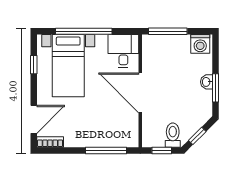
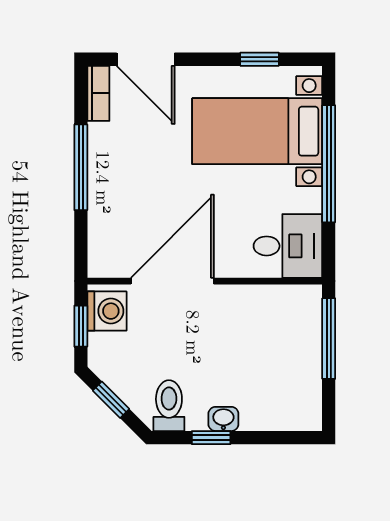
washing machine: (200, 44) -> (107, 311), moved, turned 180
window: (215, 88) -> (211, 438), width x0.67
door: (140, 93) -> (172, 281), moved
toilet: (173, 135) -> (169, 406), moved, turned -90
window: (106, 150) -> (81, 167), moved

